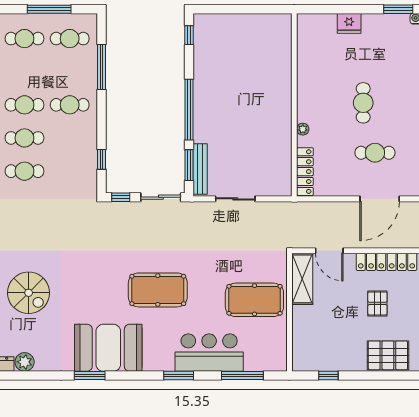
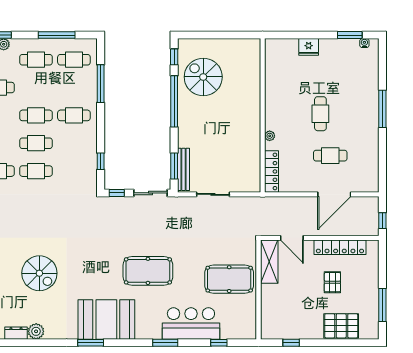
spiral stairs: (224, 59) -> (203, 77), added
window: (189, 110) -> (174, 101), moved
window: (242, 375) -> (219, 343), width x0.46

